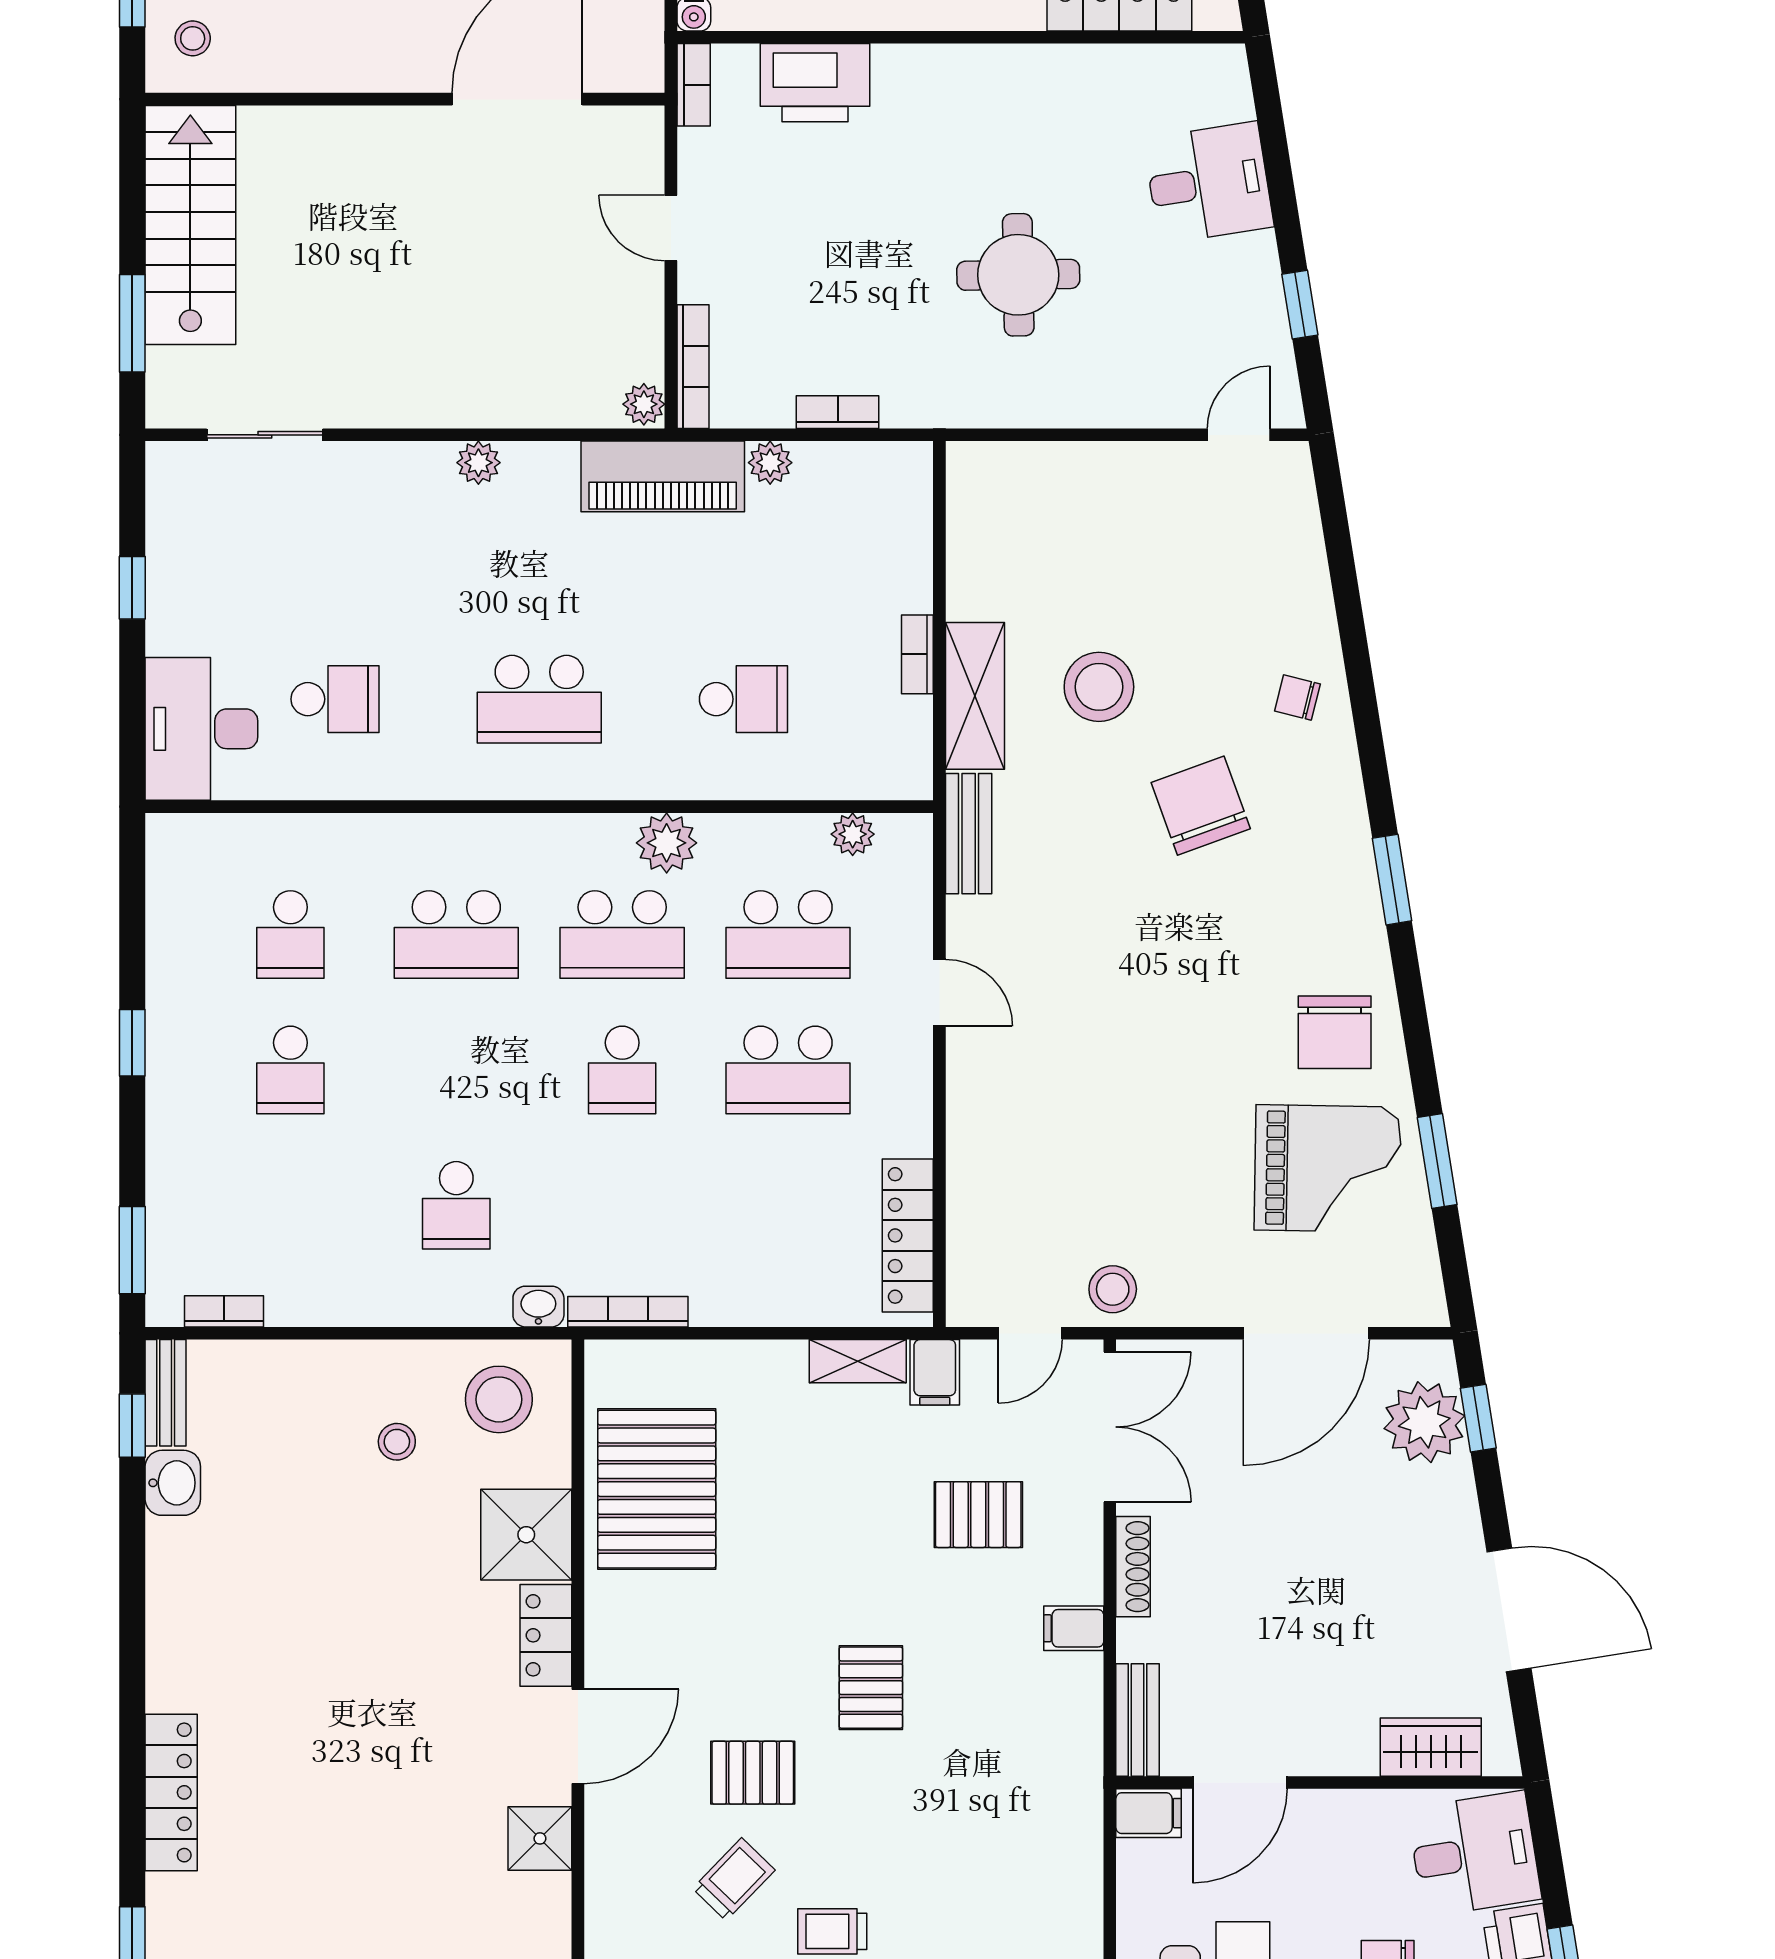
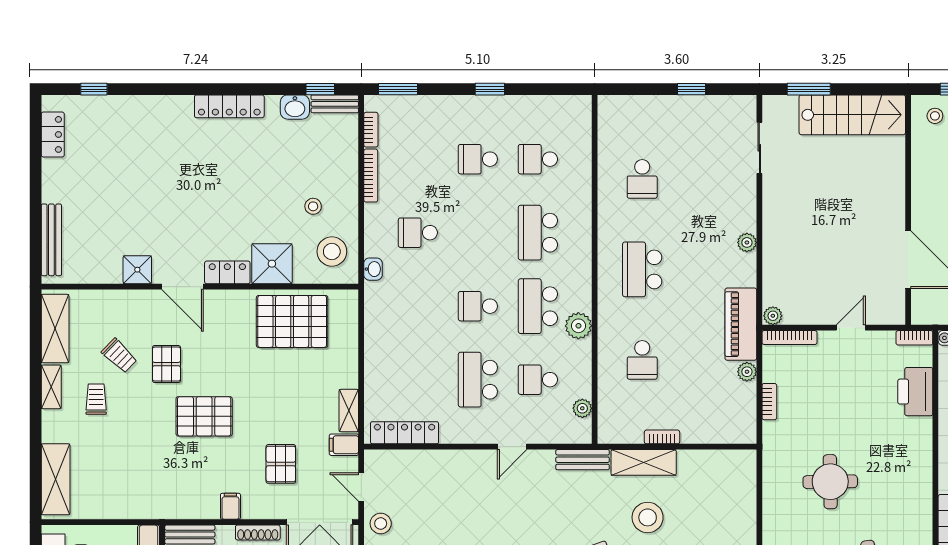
desk: (201, 729) -> (629, 120), removed
school desk: (788, 934) -> (538, 380), width x0.54
bookcase: (628, 1312) -> (371, 176), moved
pallet: (871, 1688) -> (204, 416), width x1.50, depth x1.42
locker: (171, 1792) -> (229, 106), moved

